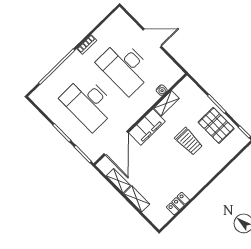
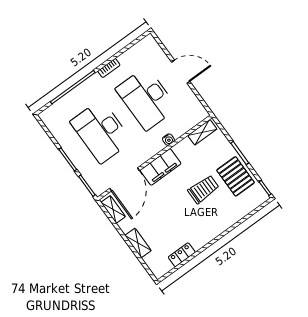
water cooler: (162, 90) -> (168, 140), moved
shelving: (166, 103) -> (202, 132), moved
trolley: (189, 141) -> (203, 189), turned -90
shelving: (118, 181) -> (113, 209), moved

